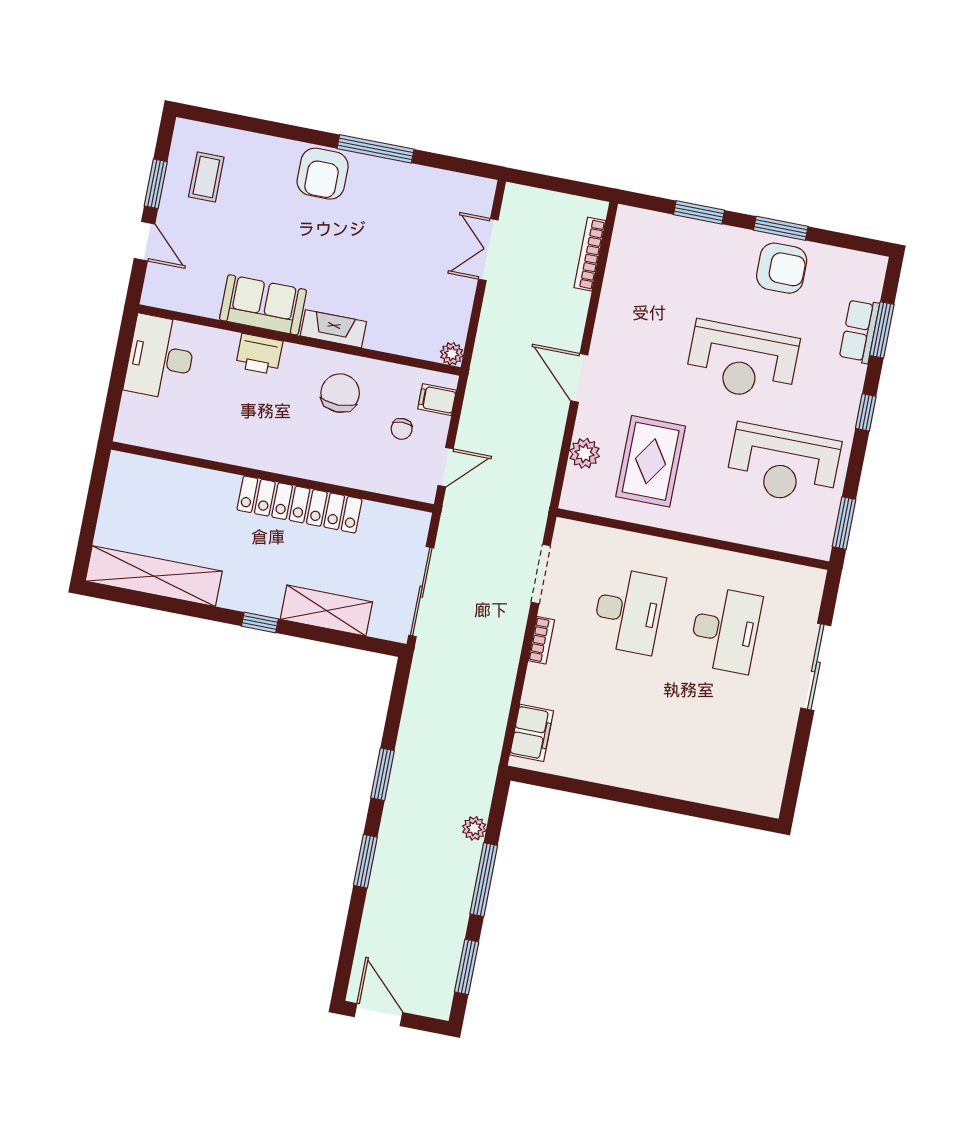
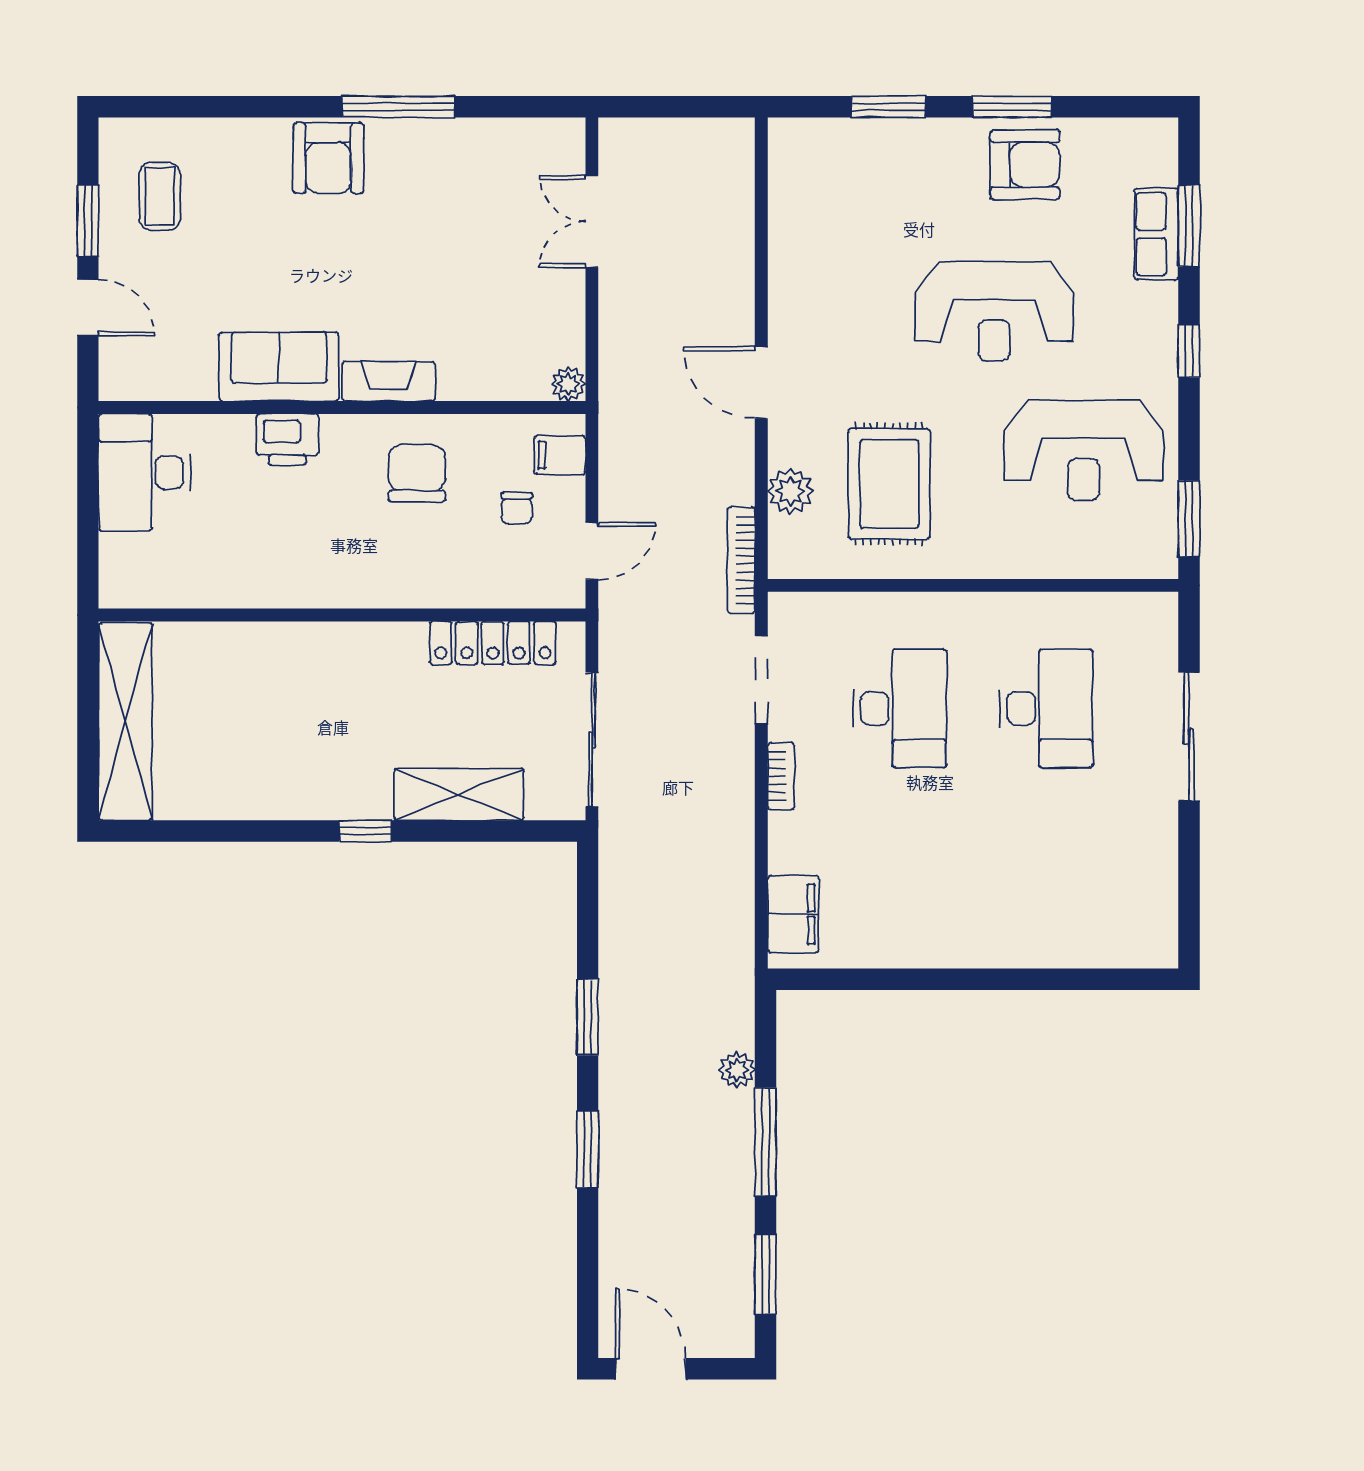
bookcase: (590, 254) -> (741, 560), moved
locker: (299, 504) -> (493, 643), moved, width x0.71, depth x0.83
shelving: (154, 576) -> (125, 722), moved, turned 90

